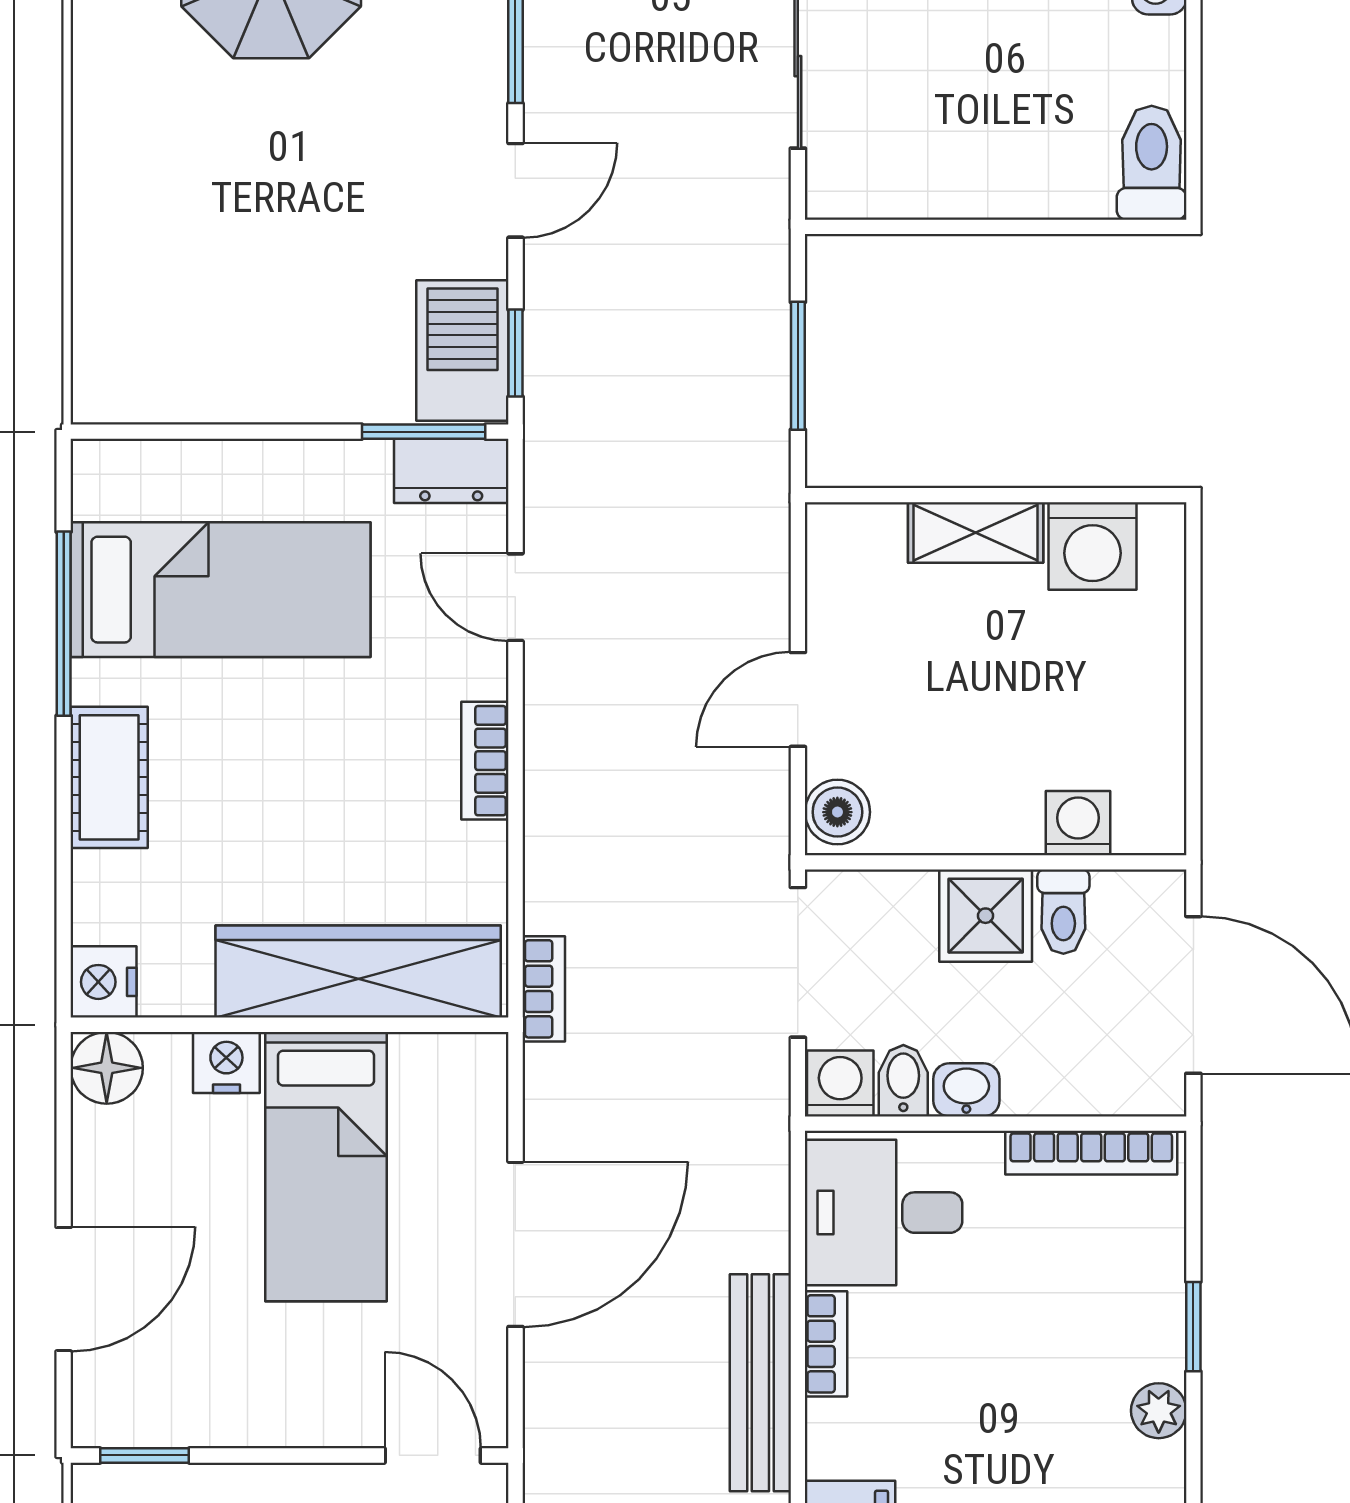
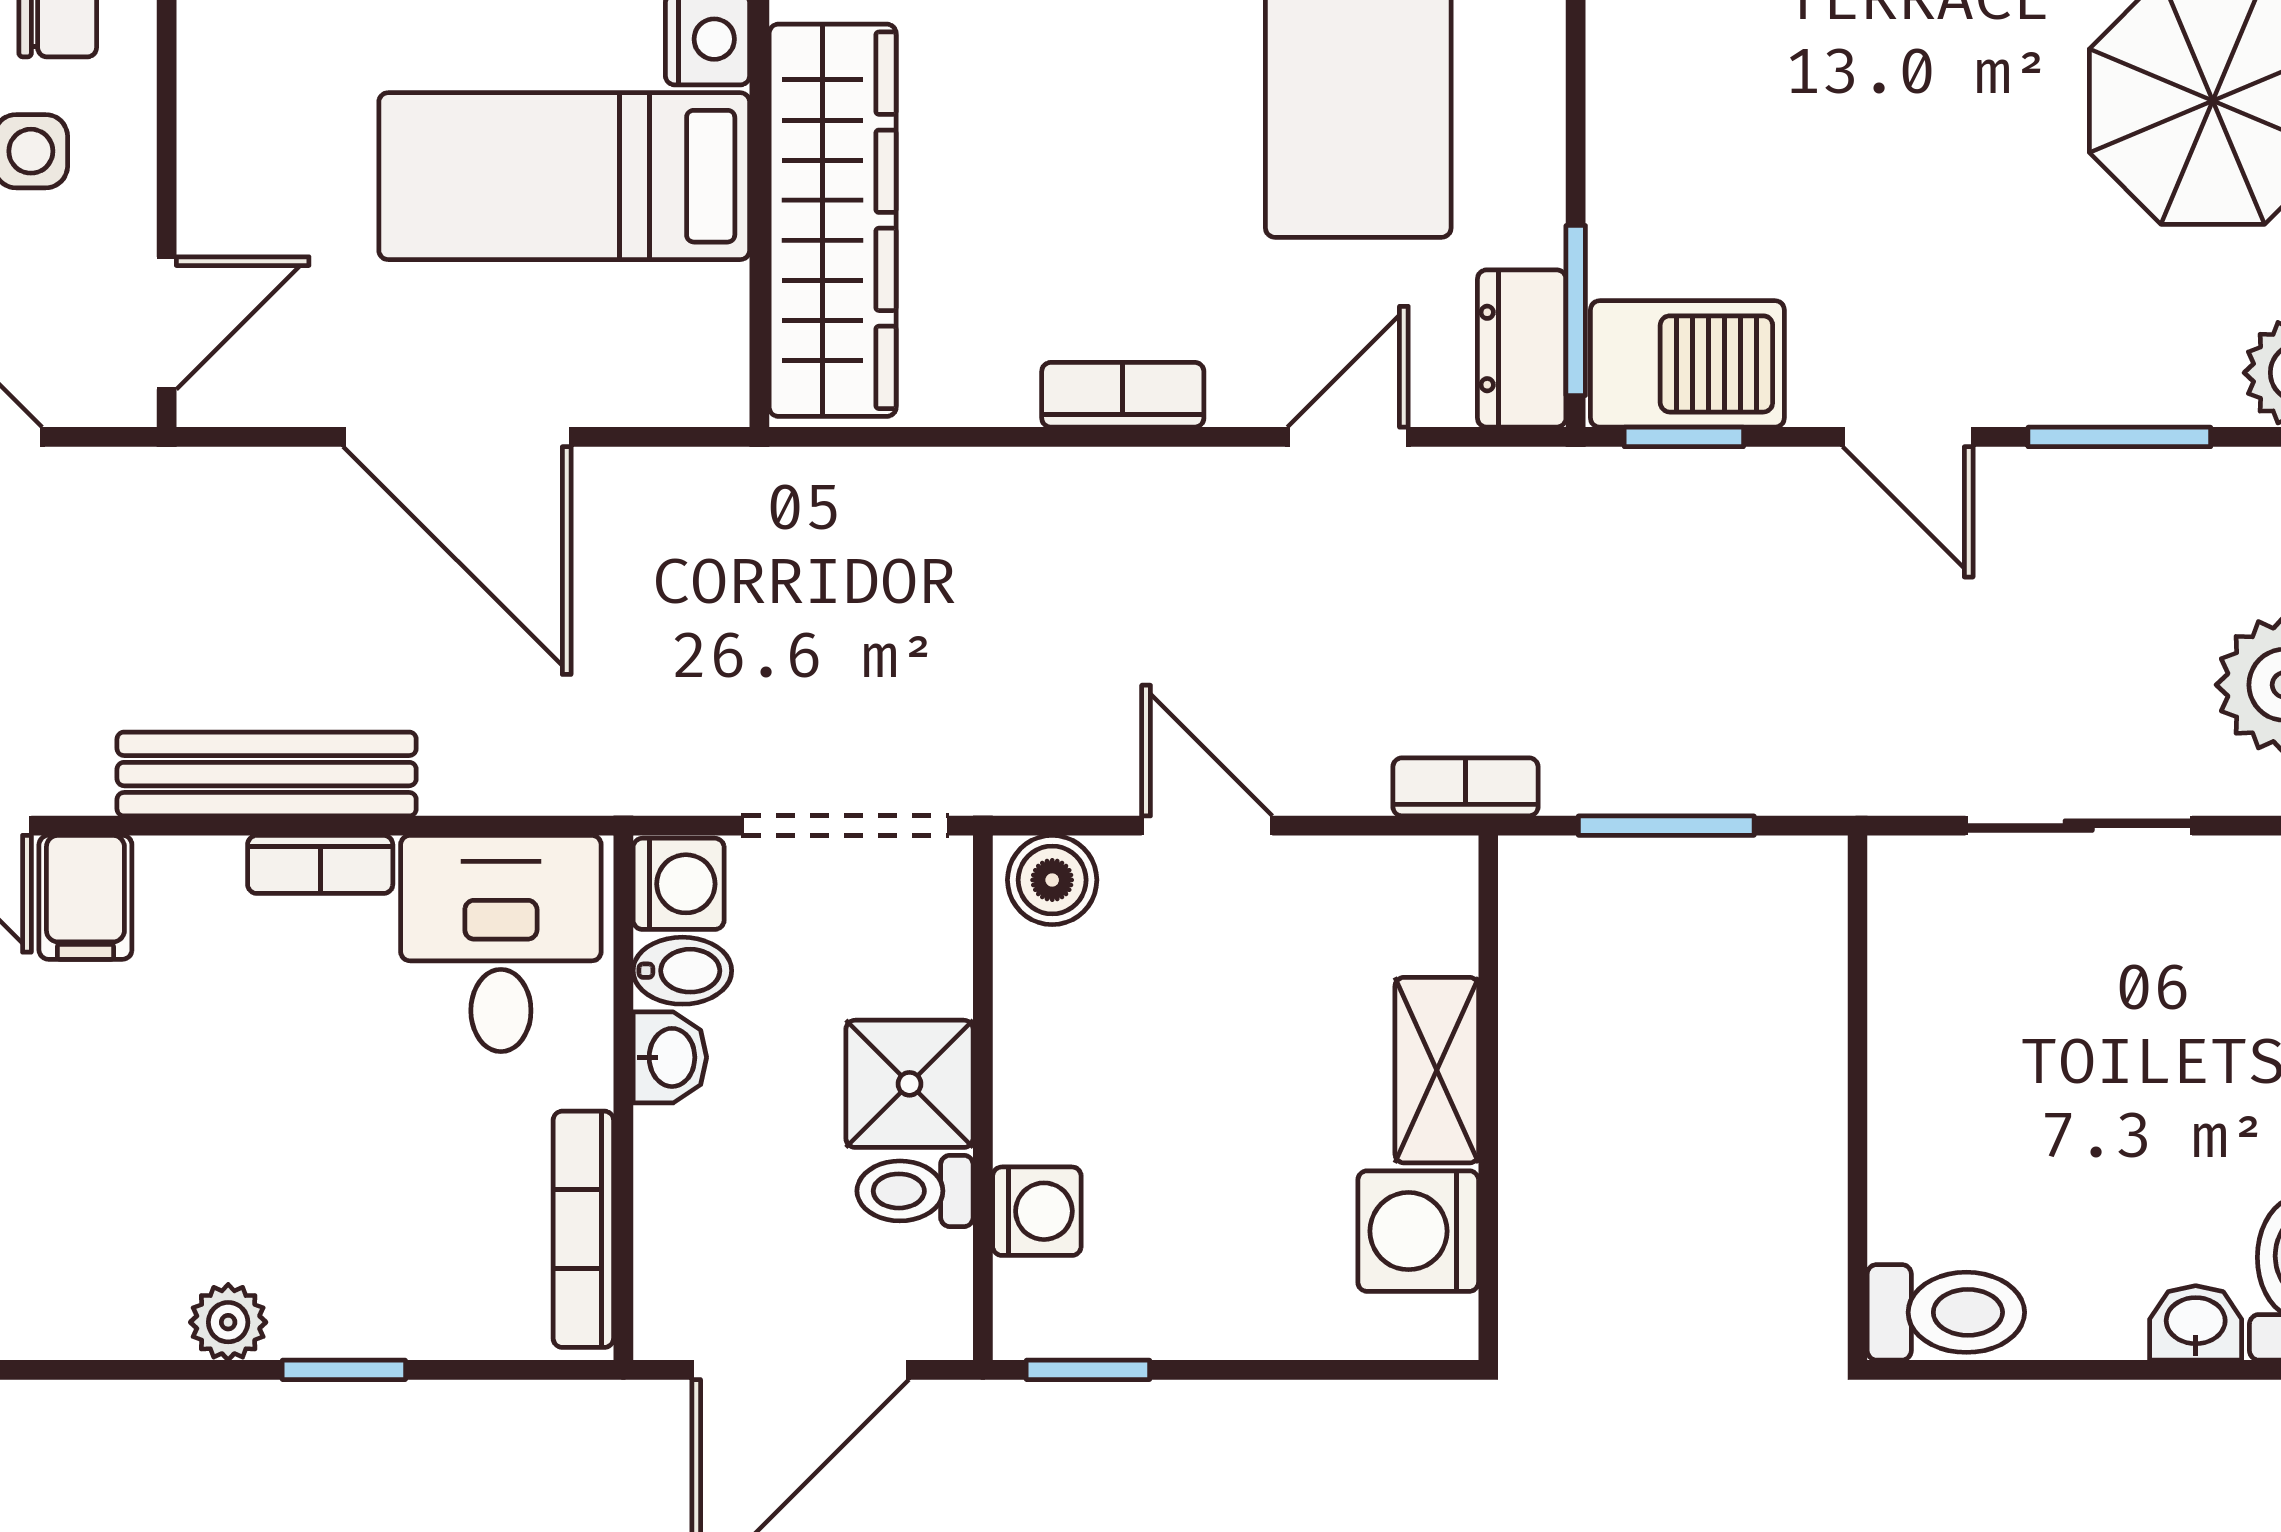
window: (1193, 786) -> (1088, 1370), added
bookcase: (544, 989) -> (1466, 787), moved, turned 180

